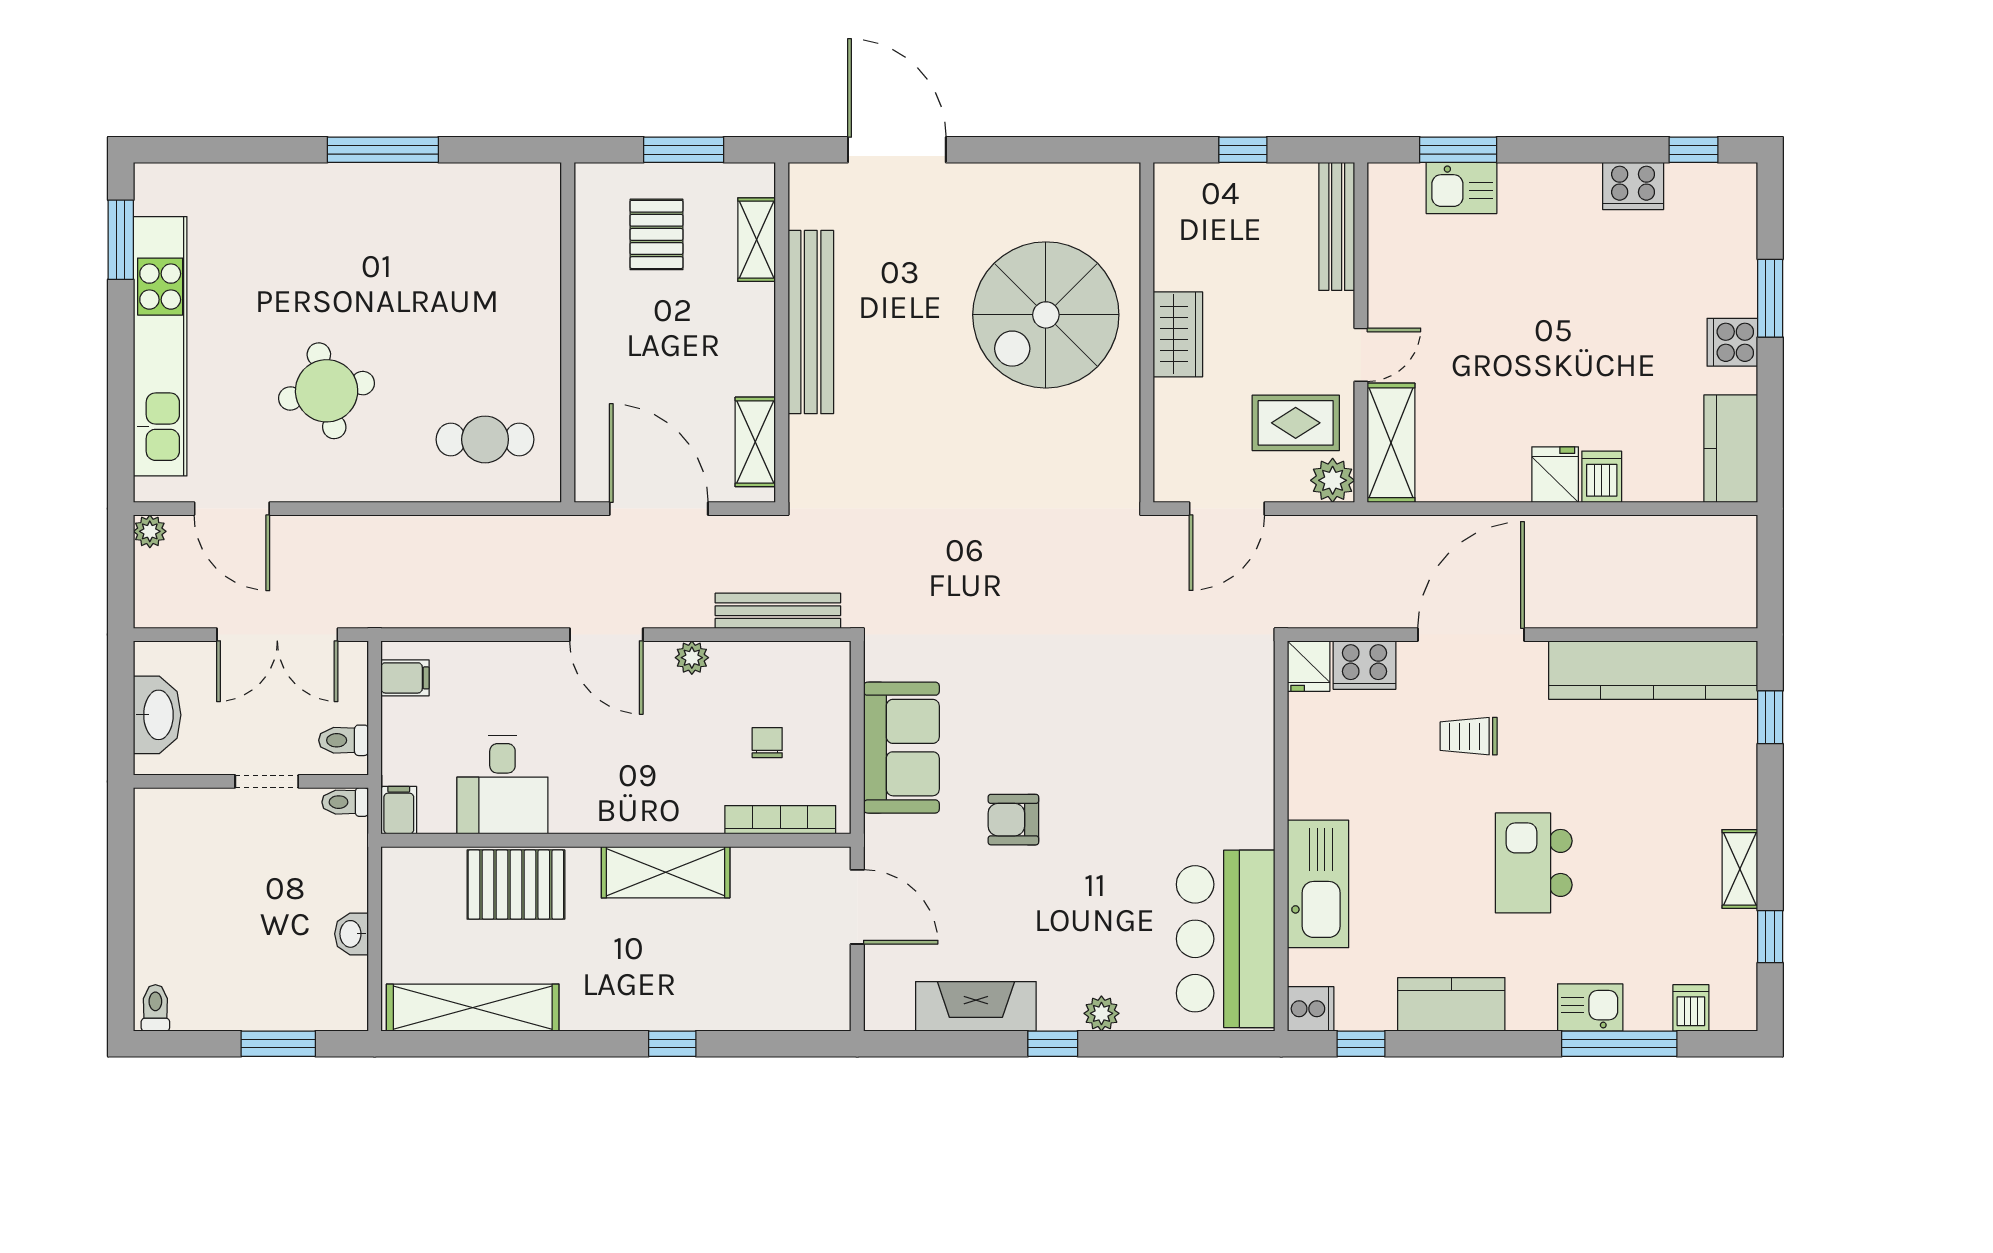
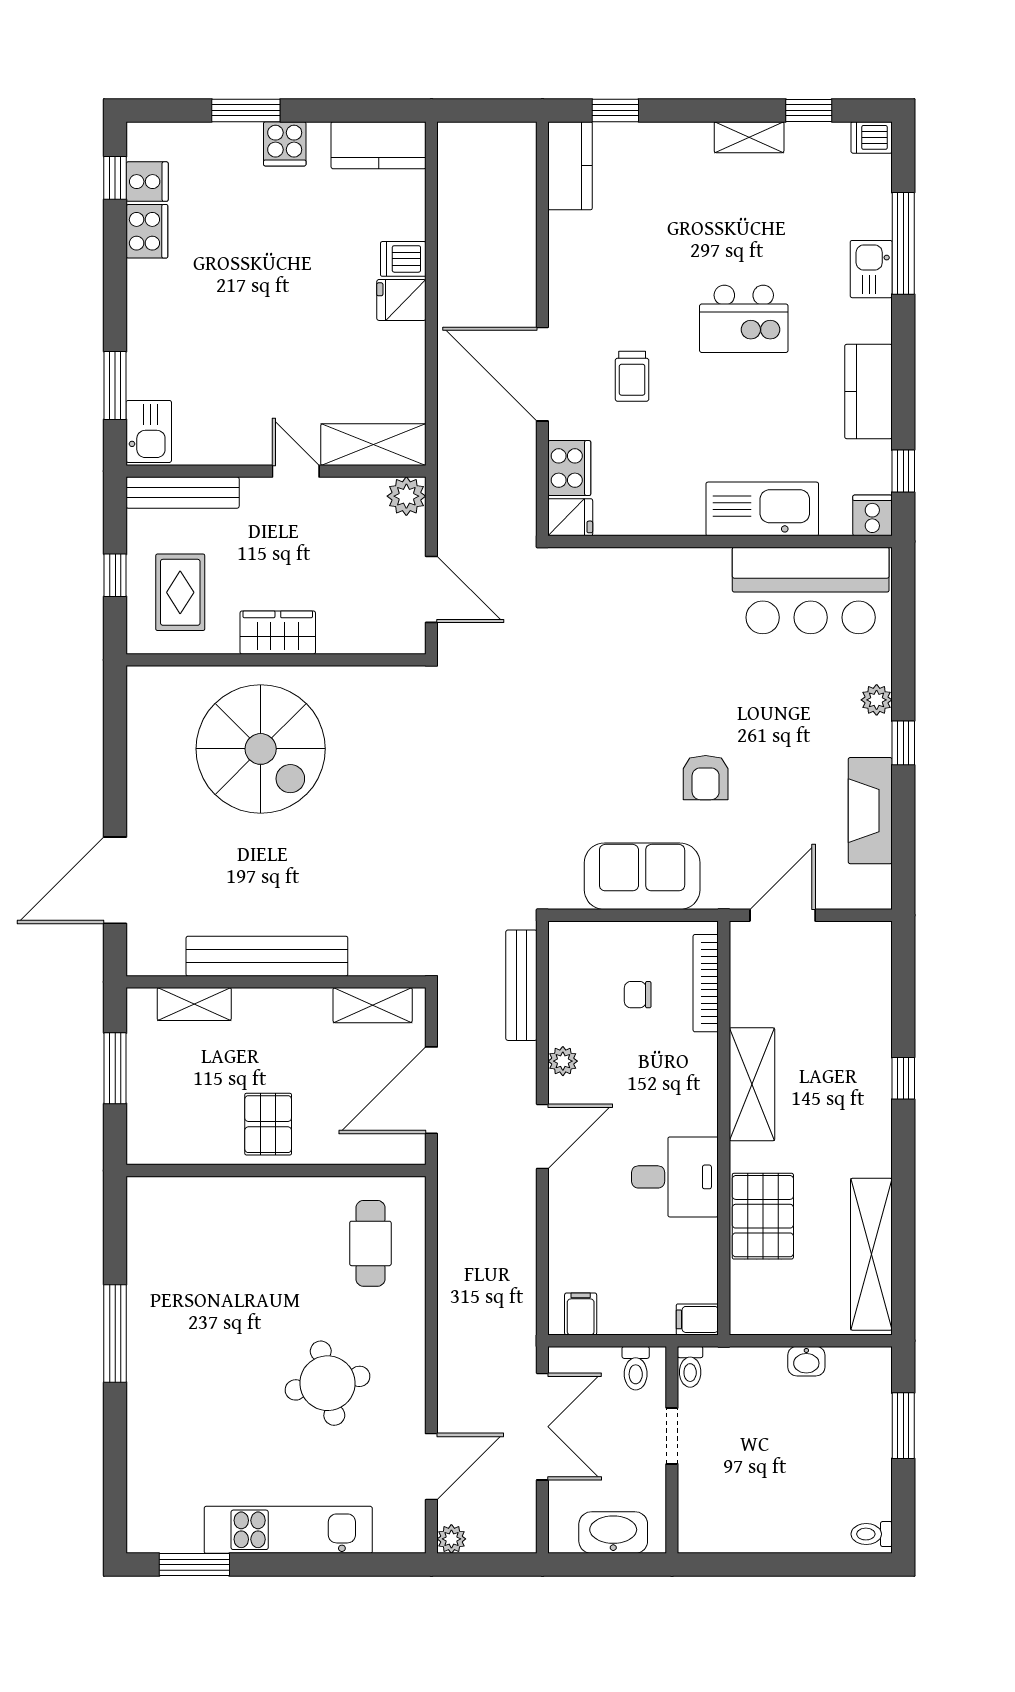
cooker: (1689, 186) -> (147, 182), added
kitchen sink: (1461, 188) -> (149, 431), moved
pallet: (656, 234) -> (268, 1124), moved, turned 90
kitchen unit: (160, 346) -> (288, 1530), width x0.73
rug: (1296, 423) -> (180, 592), moved
kitchen counter: (1653, 670) -> (570, 166), width x0.48, depth x0.86
desk: (502, 785) -> (675, 1177), moved
dishwasher: (1691, 1008) -> (872, 137), moved

